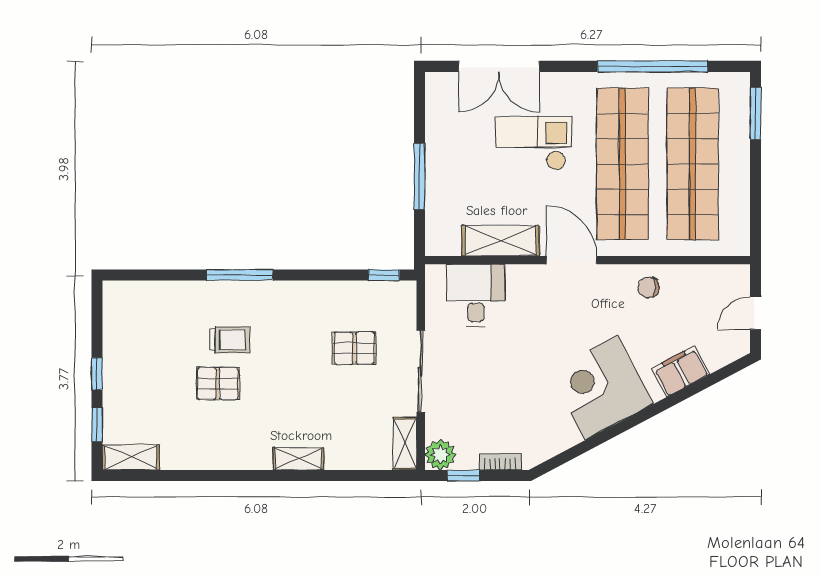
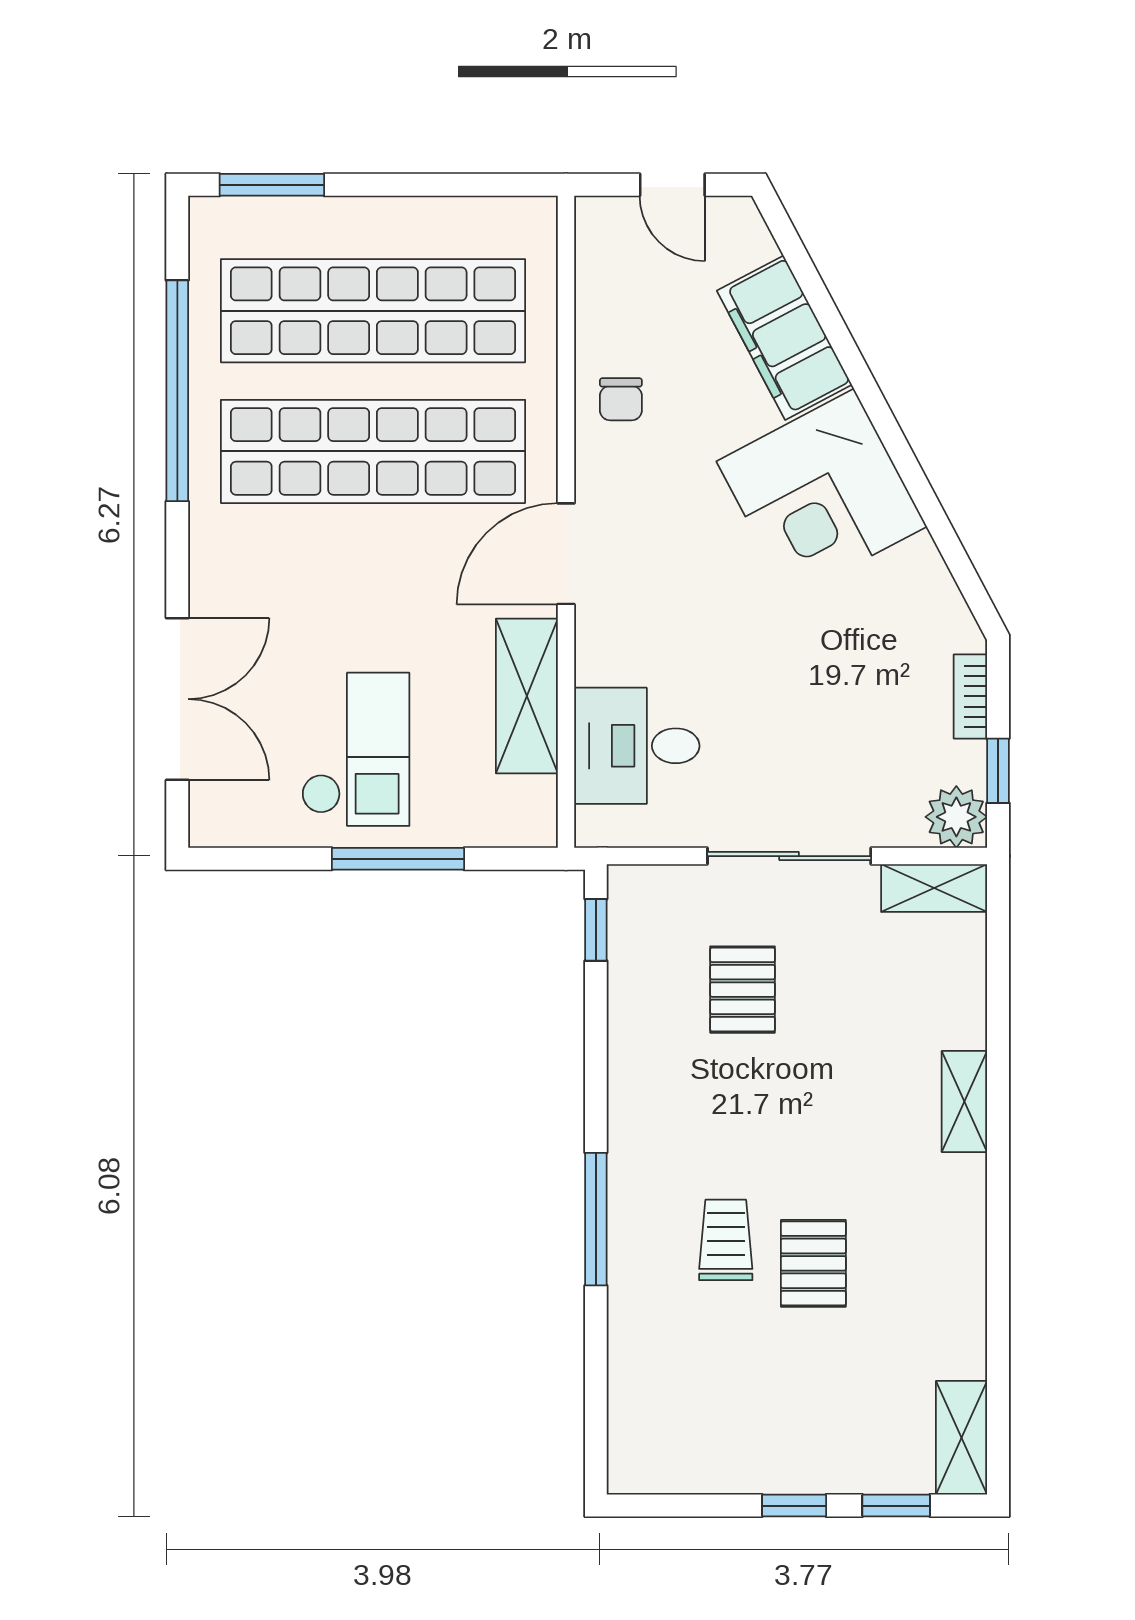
checkout: (534, 143) -> (356, 749), moved, turned 180
filing cabinet: (680, 371) -> (784, 338), width x1.50, depth x1.17

